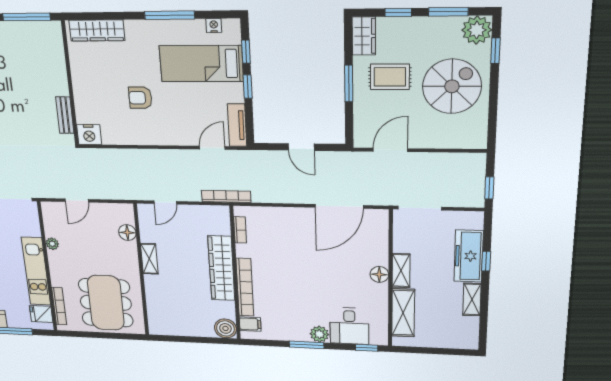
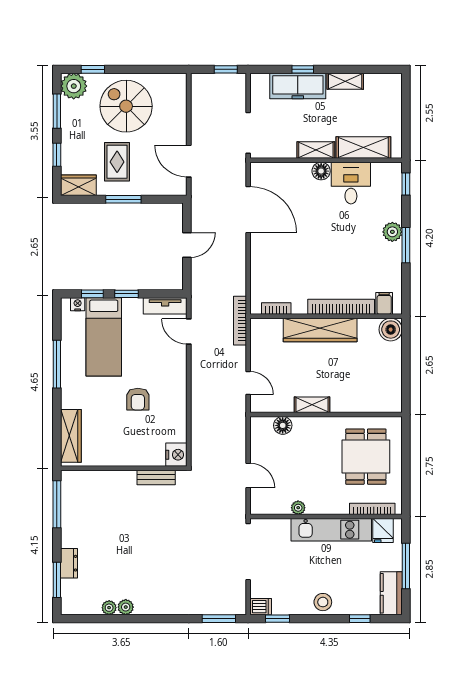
nightstand: (214, 26) -> (78, 304), moved, turned 90
dining table: (106, 303) -> (366, 457), width x0.73
desk: (349, 326) -> (351, 183), moved, turned -90

